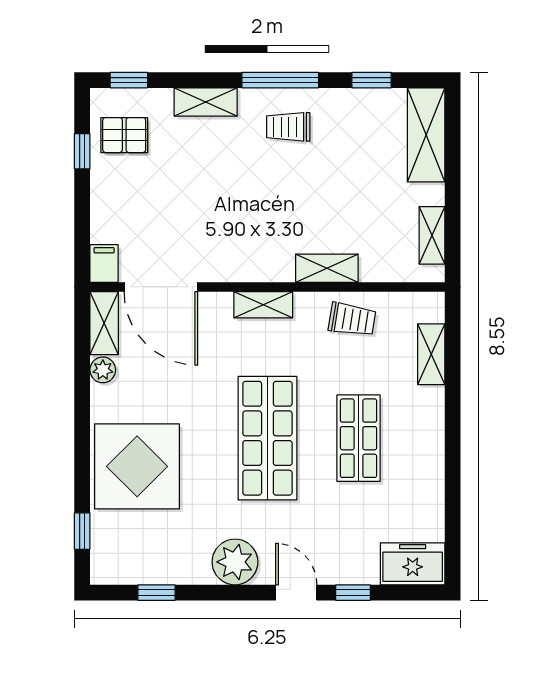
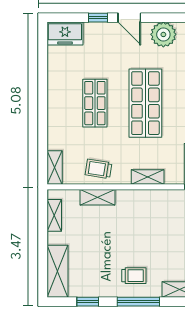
shelving: (327, 268) -> (98, 197), moved
shelving: (431, 354) -> (55, 168), moved

